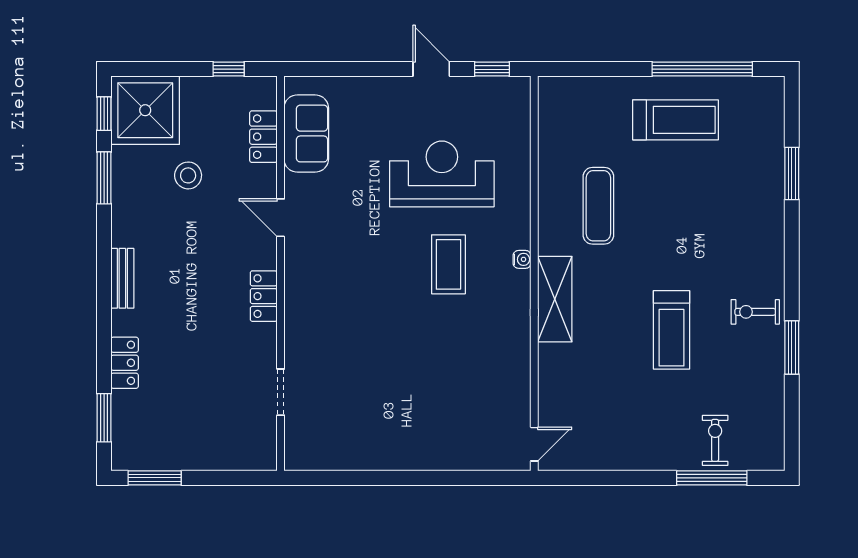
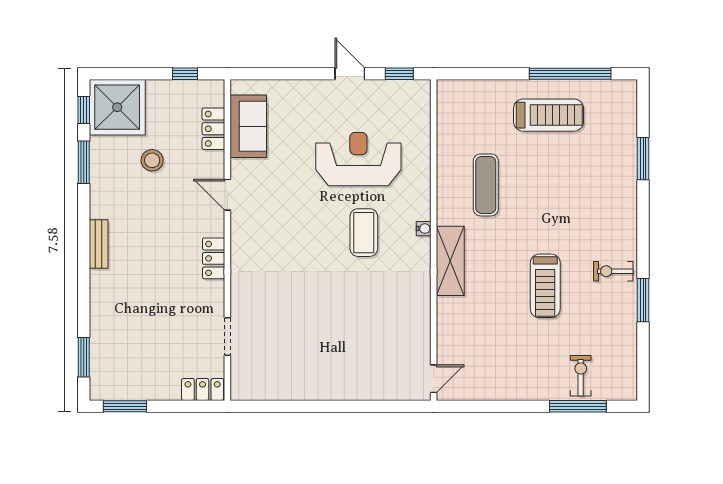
locker: (125, 363) -> (203, 389), moved, turned -90

